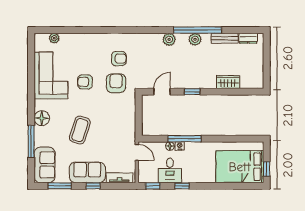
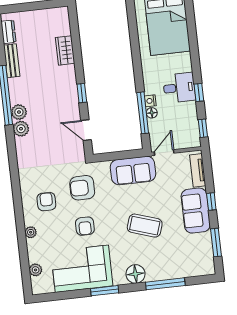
plant: (85, 38) -> (31, 232), added
plant: (195, 39) -> (19, 112), moved
armchair: (119, 59) -> (46, 202), moved
window: (31, 92) -> (105, 291), added
window: (184, 139) -> (143, 113), moved
sofa: (45, 165) -> (133, 170), moved, turned 180
desk: (170, 170) -> (179, 88), moved

